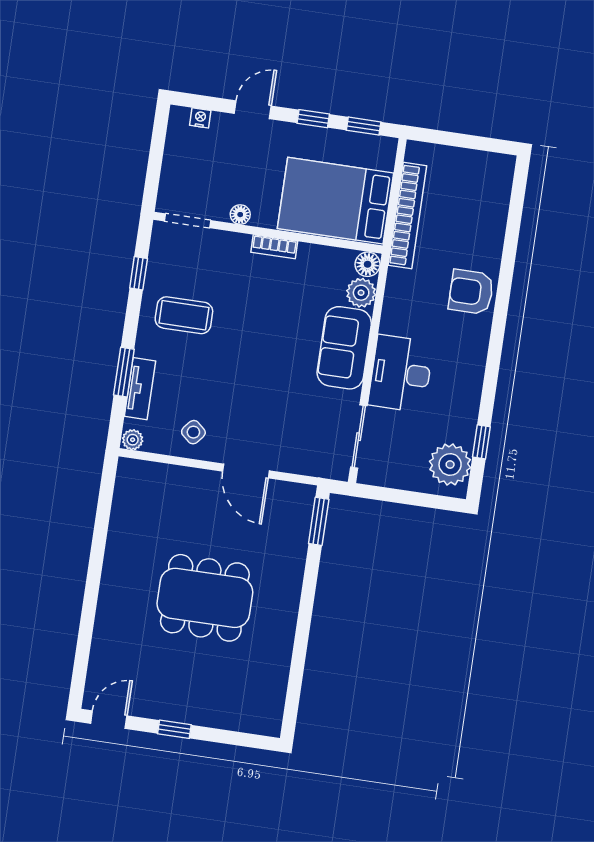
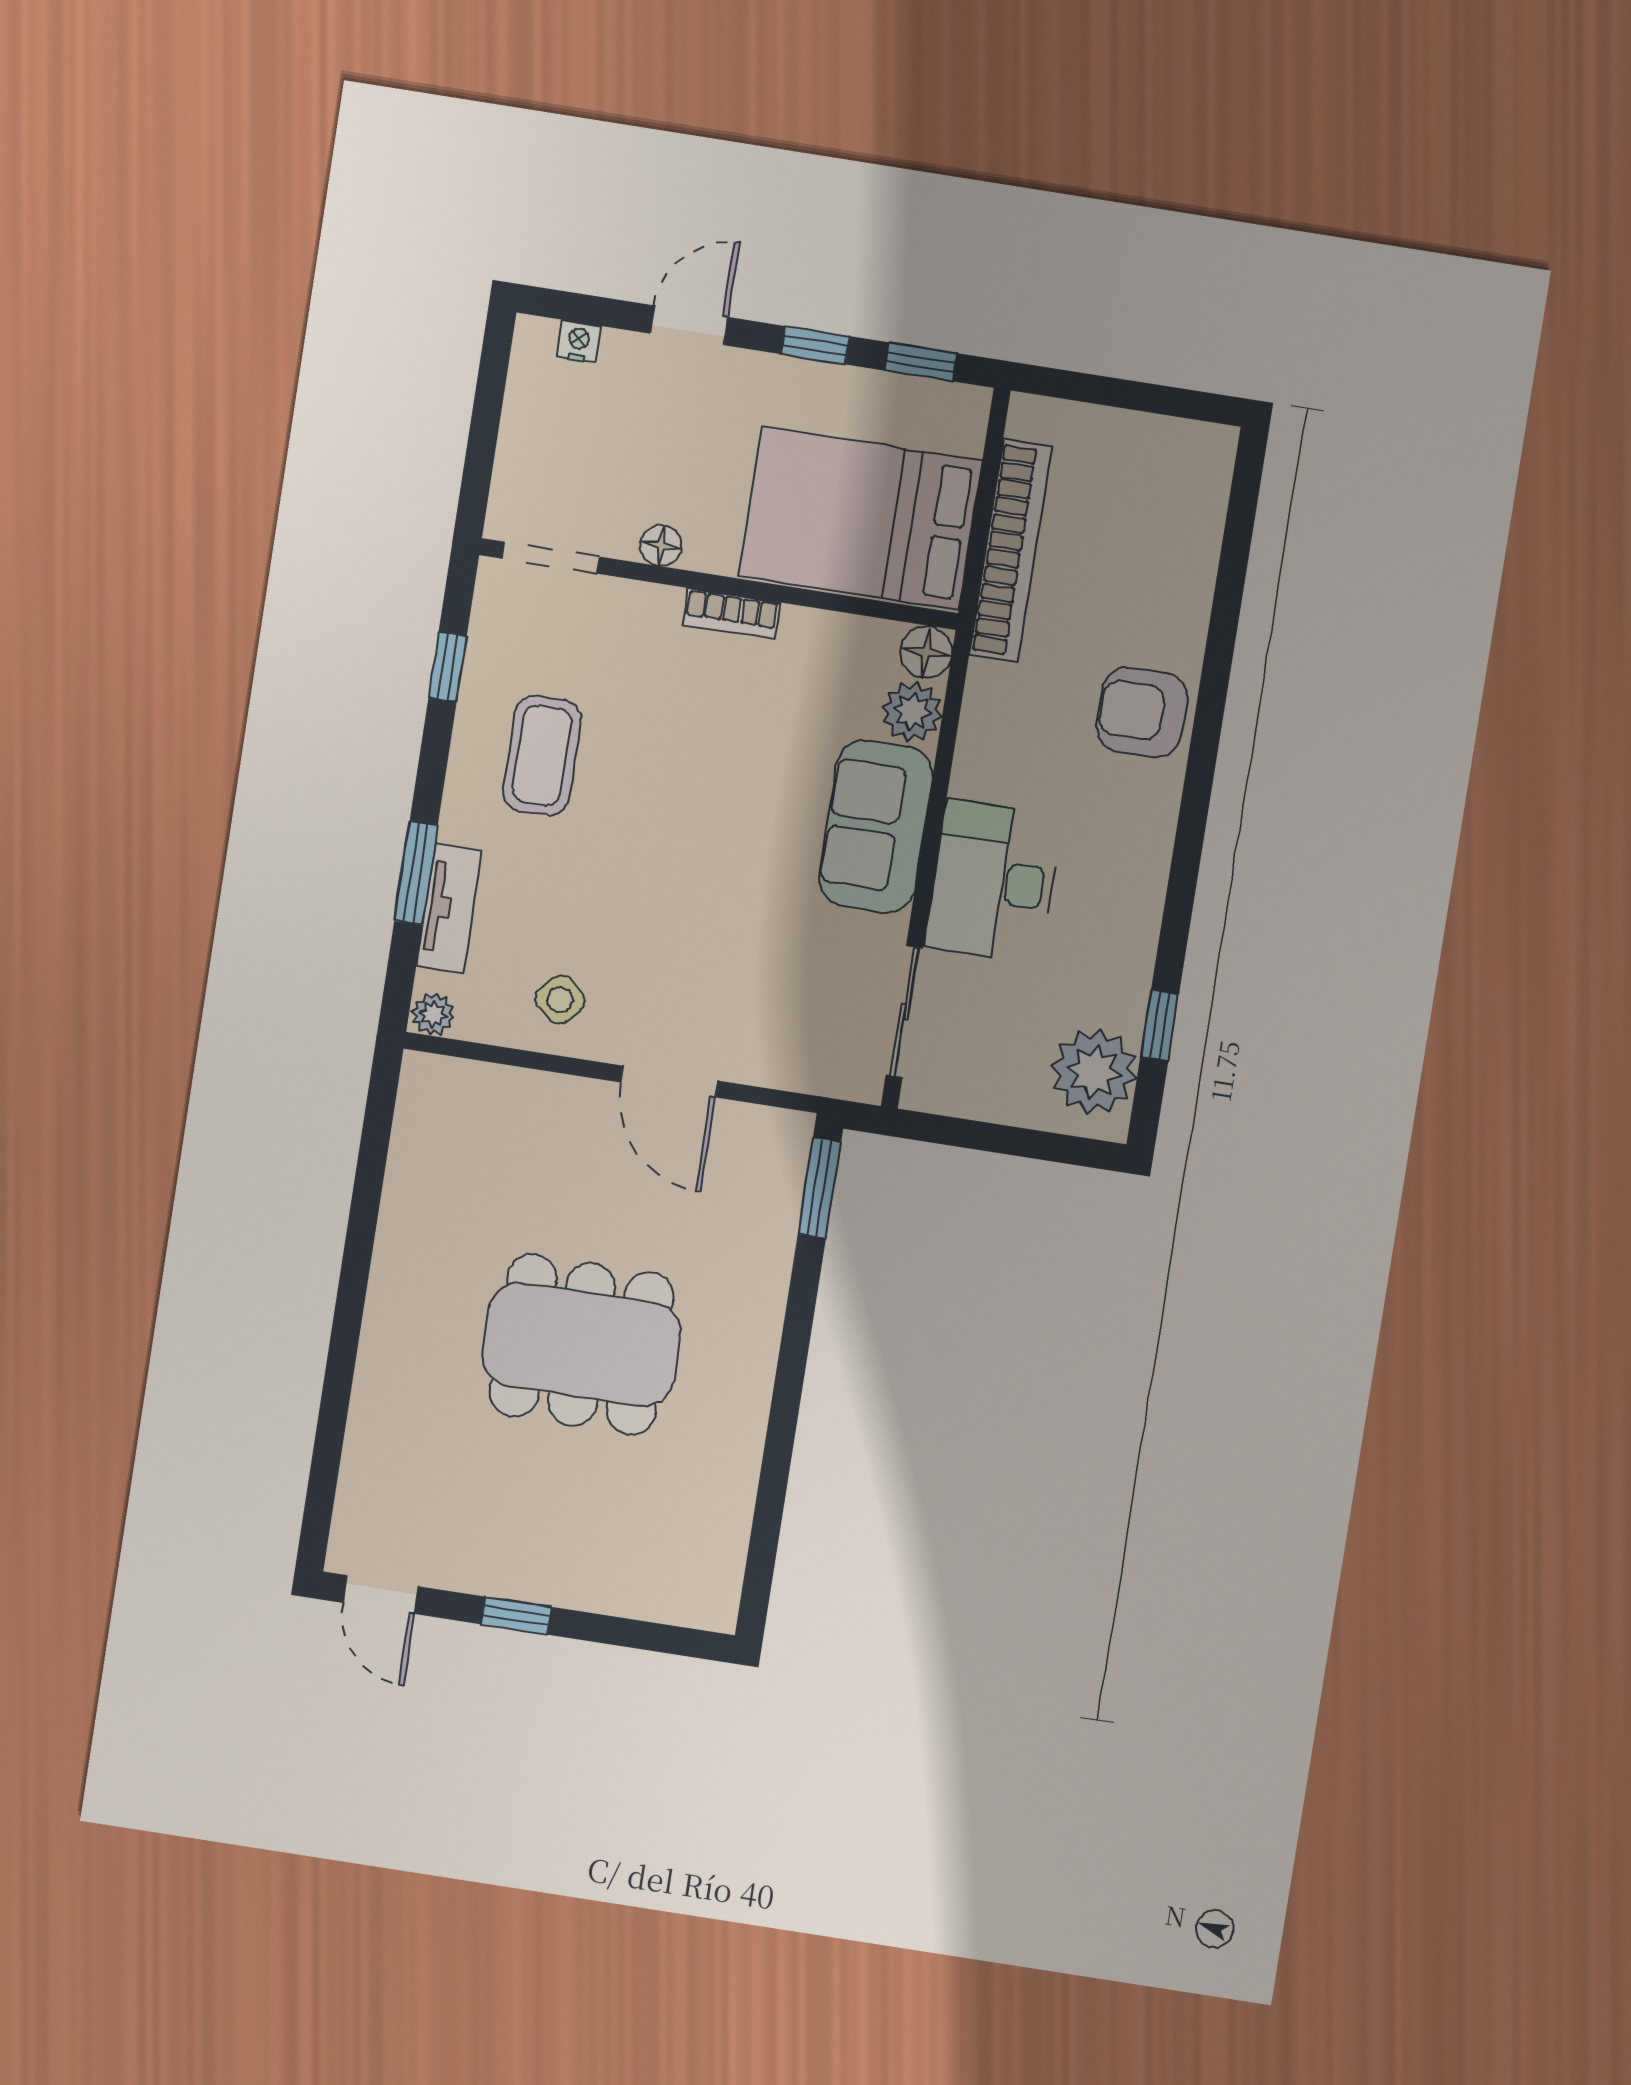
coffee table: (184, 315) -> (542, 755), turned 90
door: (109, 720) -> (381, 1595), swing flipped

